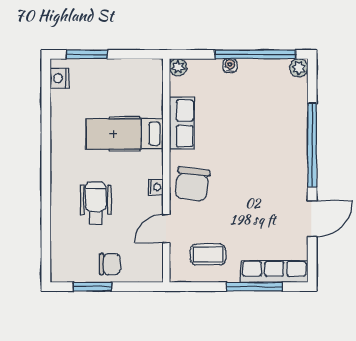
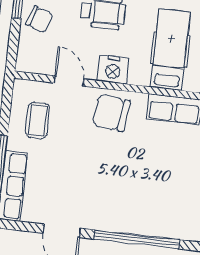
nightstand: (156, 187) -> (113, 69), width x1.89, depth x1.79
chair: (110, 264) -> (39, 19), turned -70

